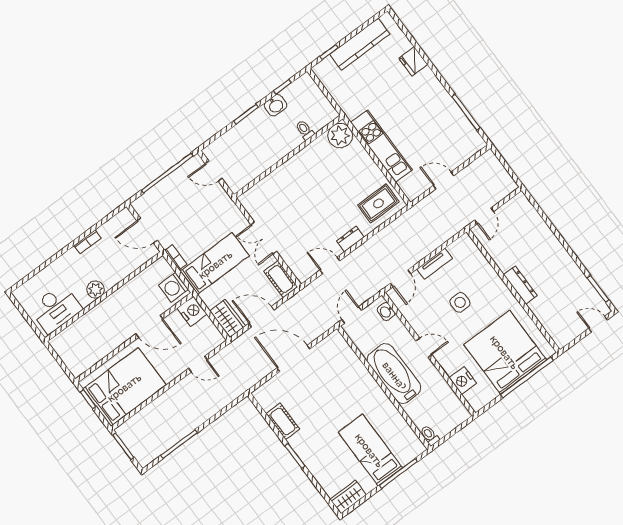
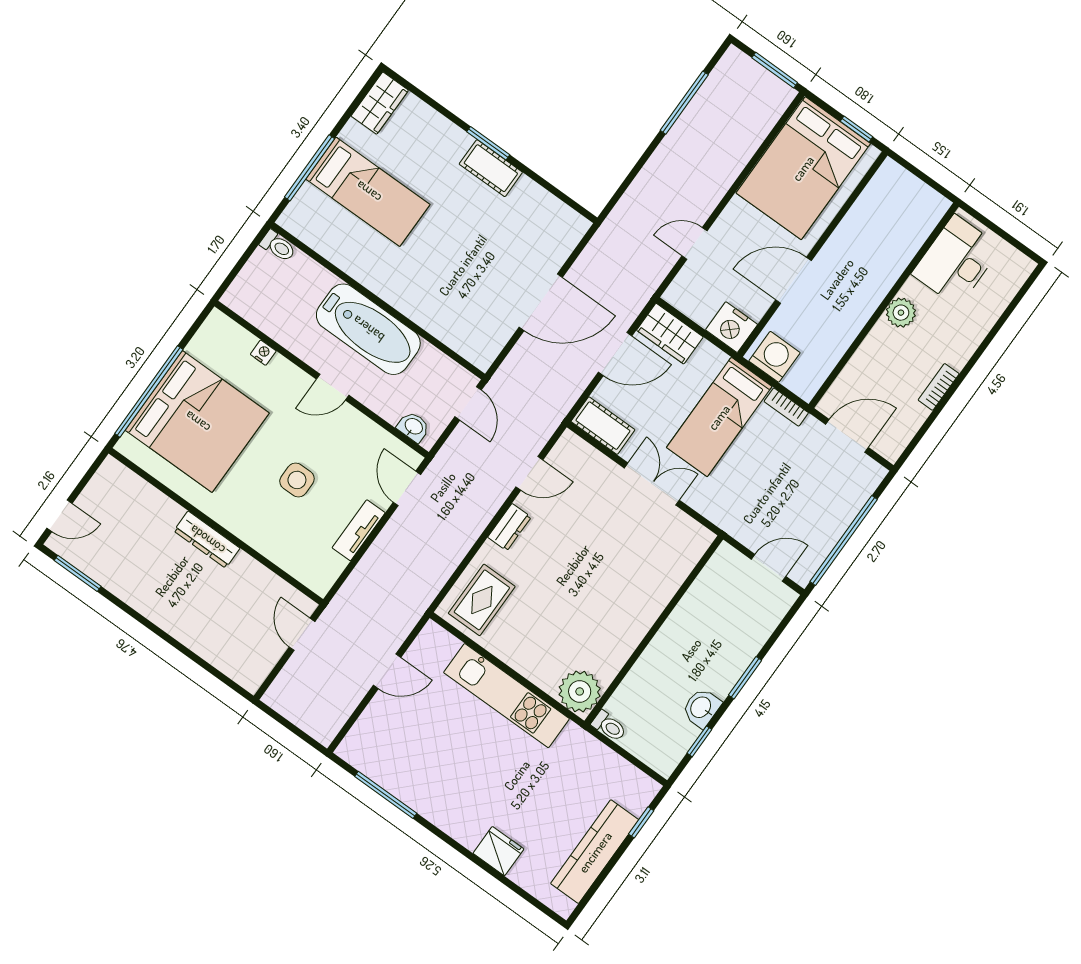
toilet: (305, 130) -> (609, 726), moved
nightstand: (463, 380) -> (263, 353), width x0.53, depth x0.56
cot: (283, 421) -> (491, 168), moved

